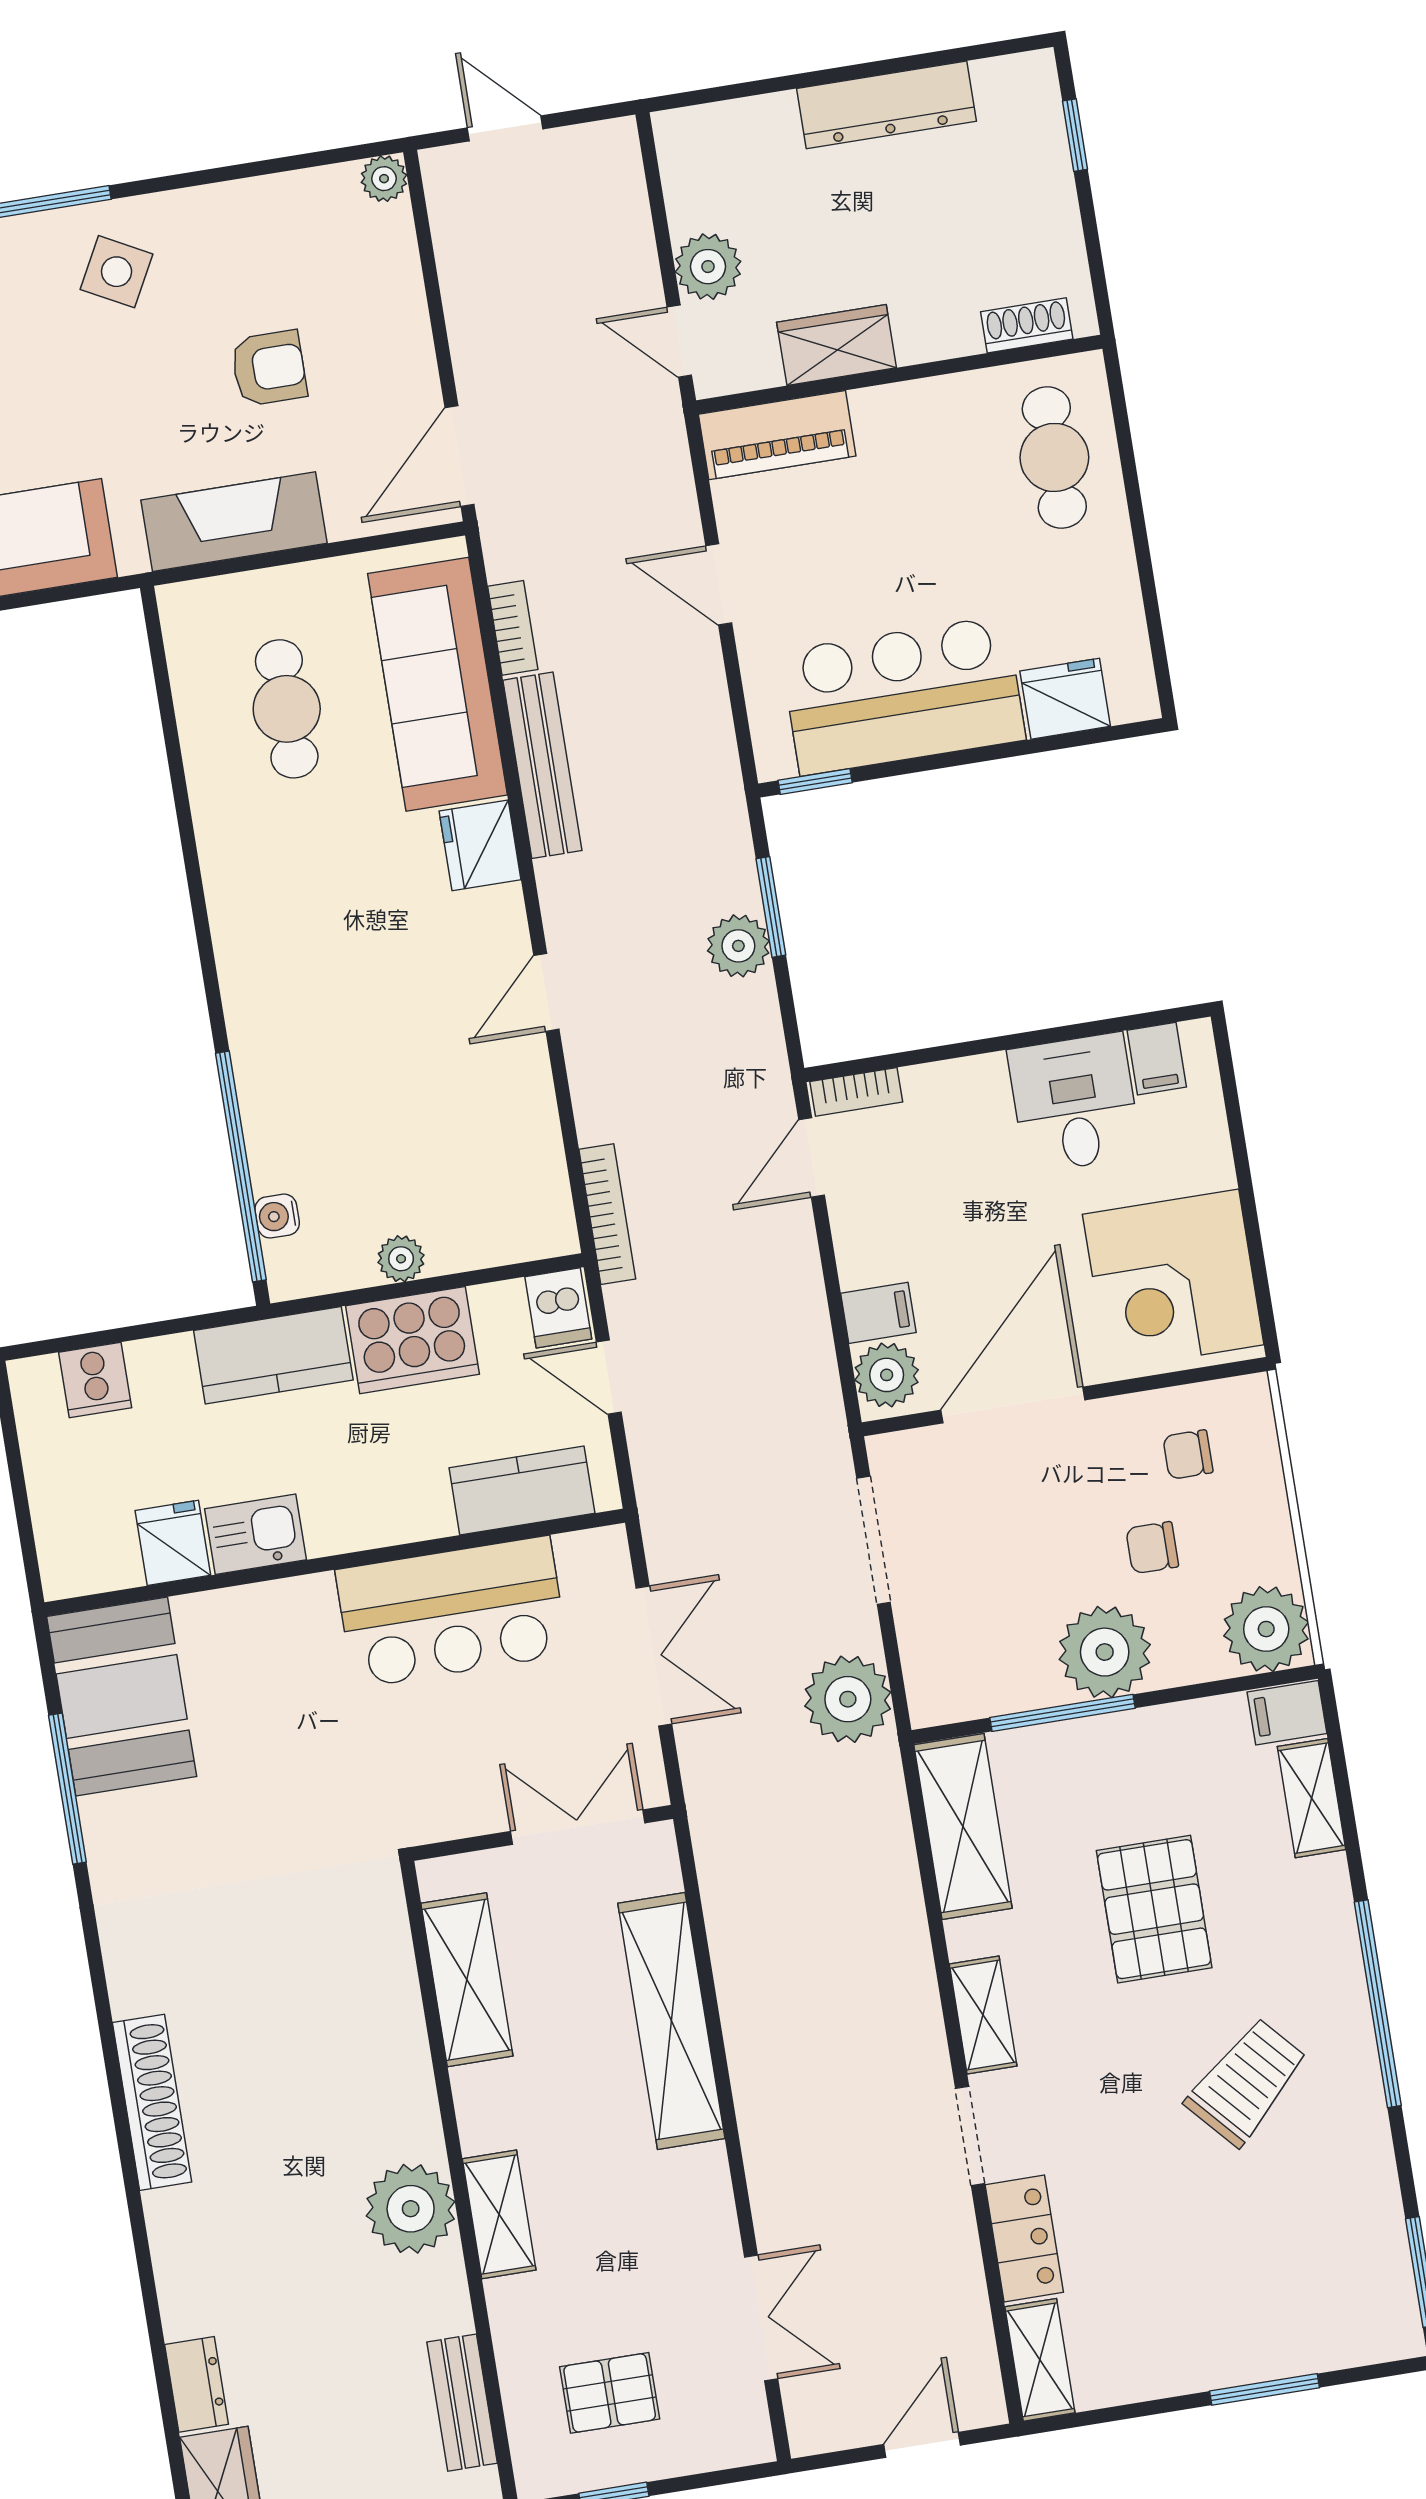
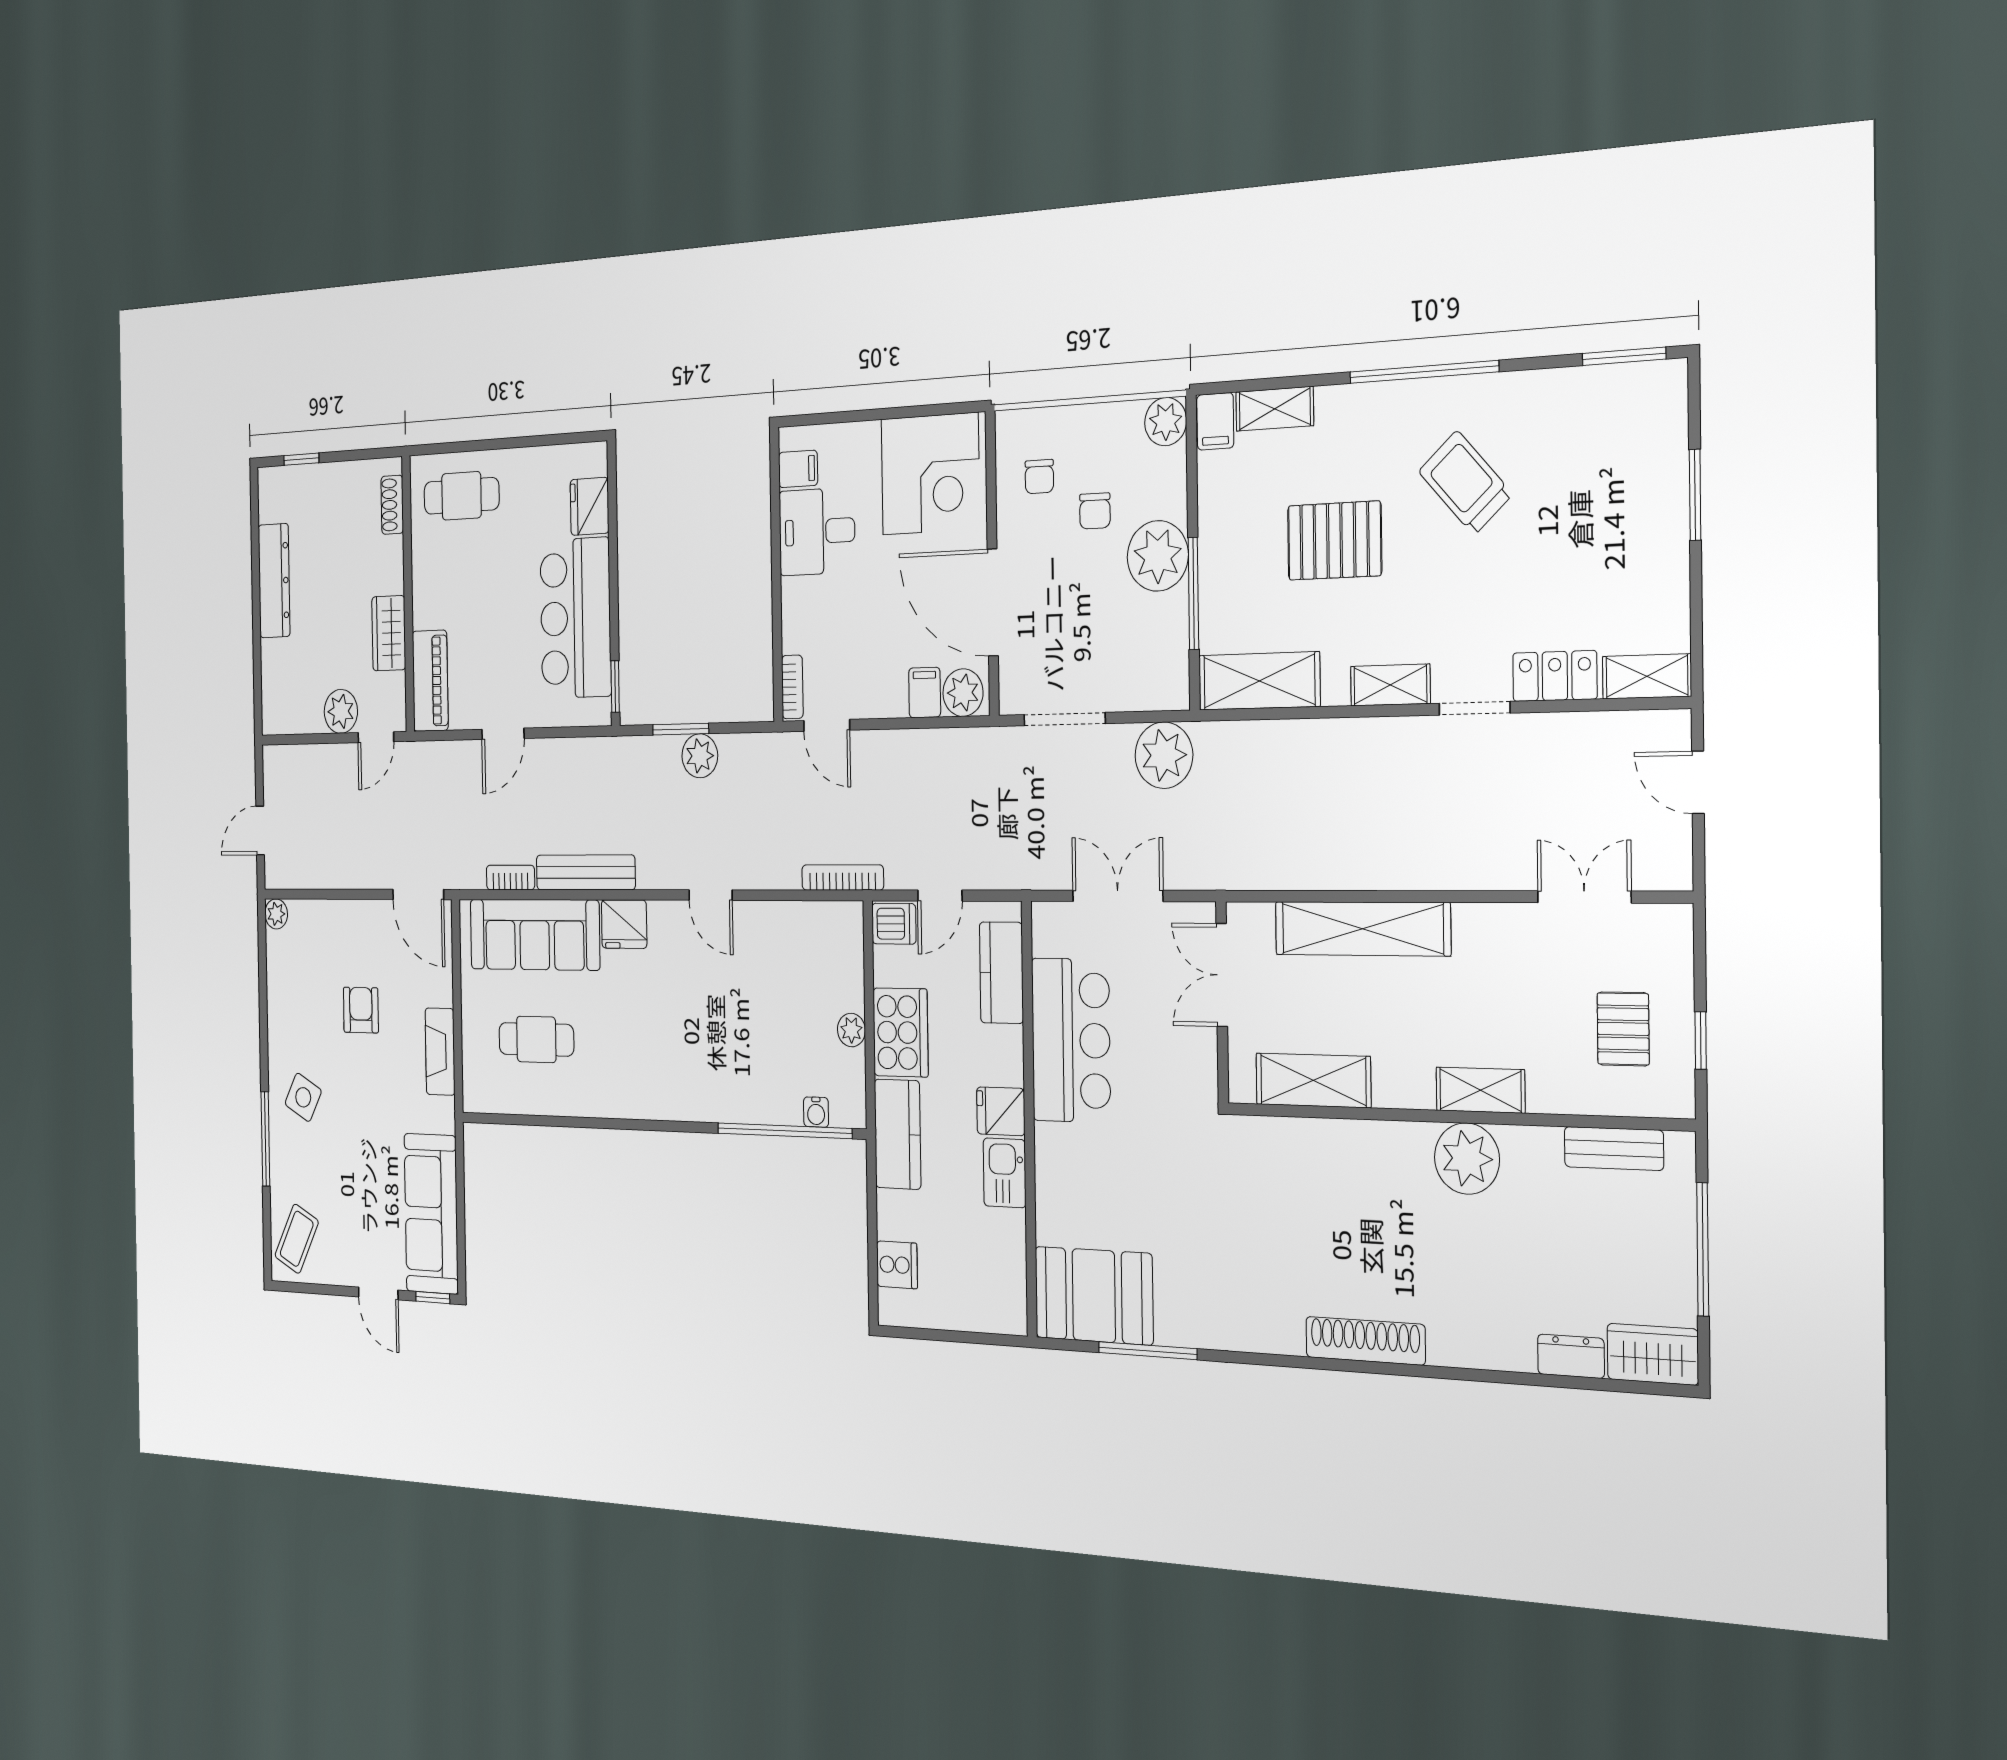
fireplace: (234, 522) -> (440, 1052), width x0.73, depth x0.76
fridge: (173, 1543) -> (1001, 1111), moved
plant: (1266, 1629) -> (1166, 422), width x0.73, depth x0.73

